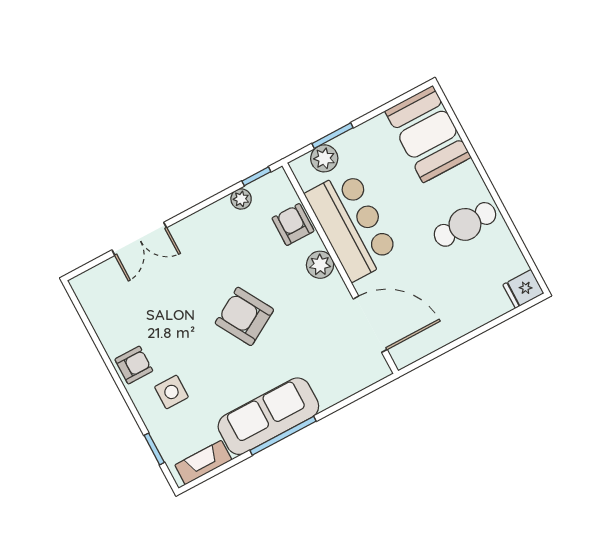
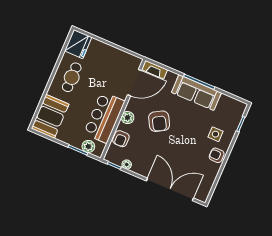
cafe table: (465, 224) -> (72, 77), turned 90
double door: (139, 239) -> (170, 189), width x1.87
fridge: (523, 289) -> (78, 44), width x1.88, depth x1.34
armchair: (244, 316) -> (159, 121), moved
door: (370, 324) -> (134, 83), swing flipped
fireplace: (203, 462) -> (155, 70), moved

